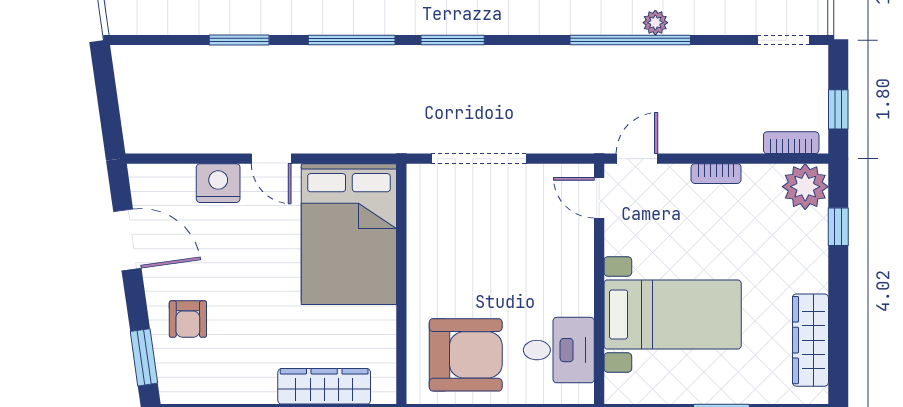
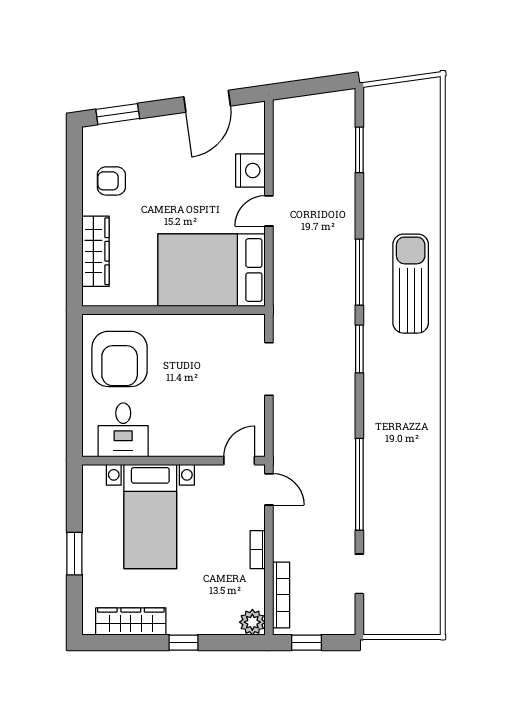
plant: (655, 23) -> (373, 503), removed
window: (239, 40) -> (359, 150), moved
doorway: (784, 40) -> (359, 574), moved
bookcase: (791, 143) -> (281, 595), width x1.56
doorway: (479, 159) -> (269, 369), width x0.73
plant: (805, 187) -> (252, 622), width x0.73, depth x0.73
window: (838, 227) -> (183, 643), moved
armchair: (188, 319) -> (111, 181), moved

